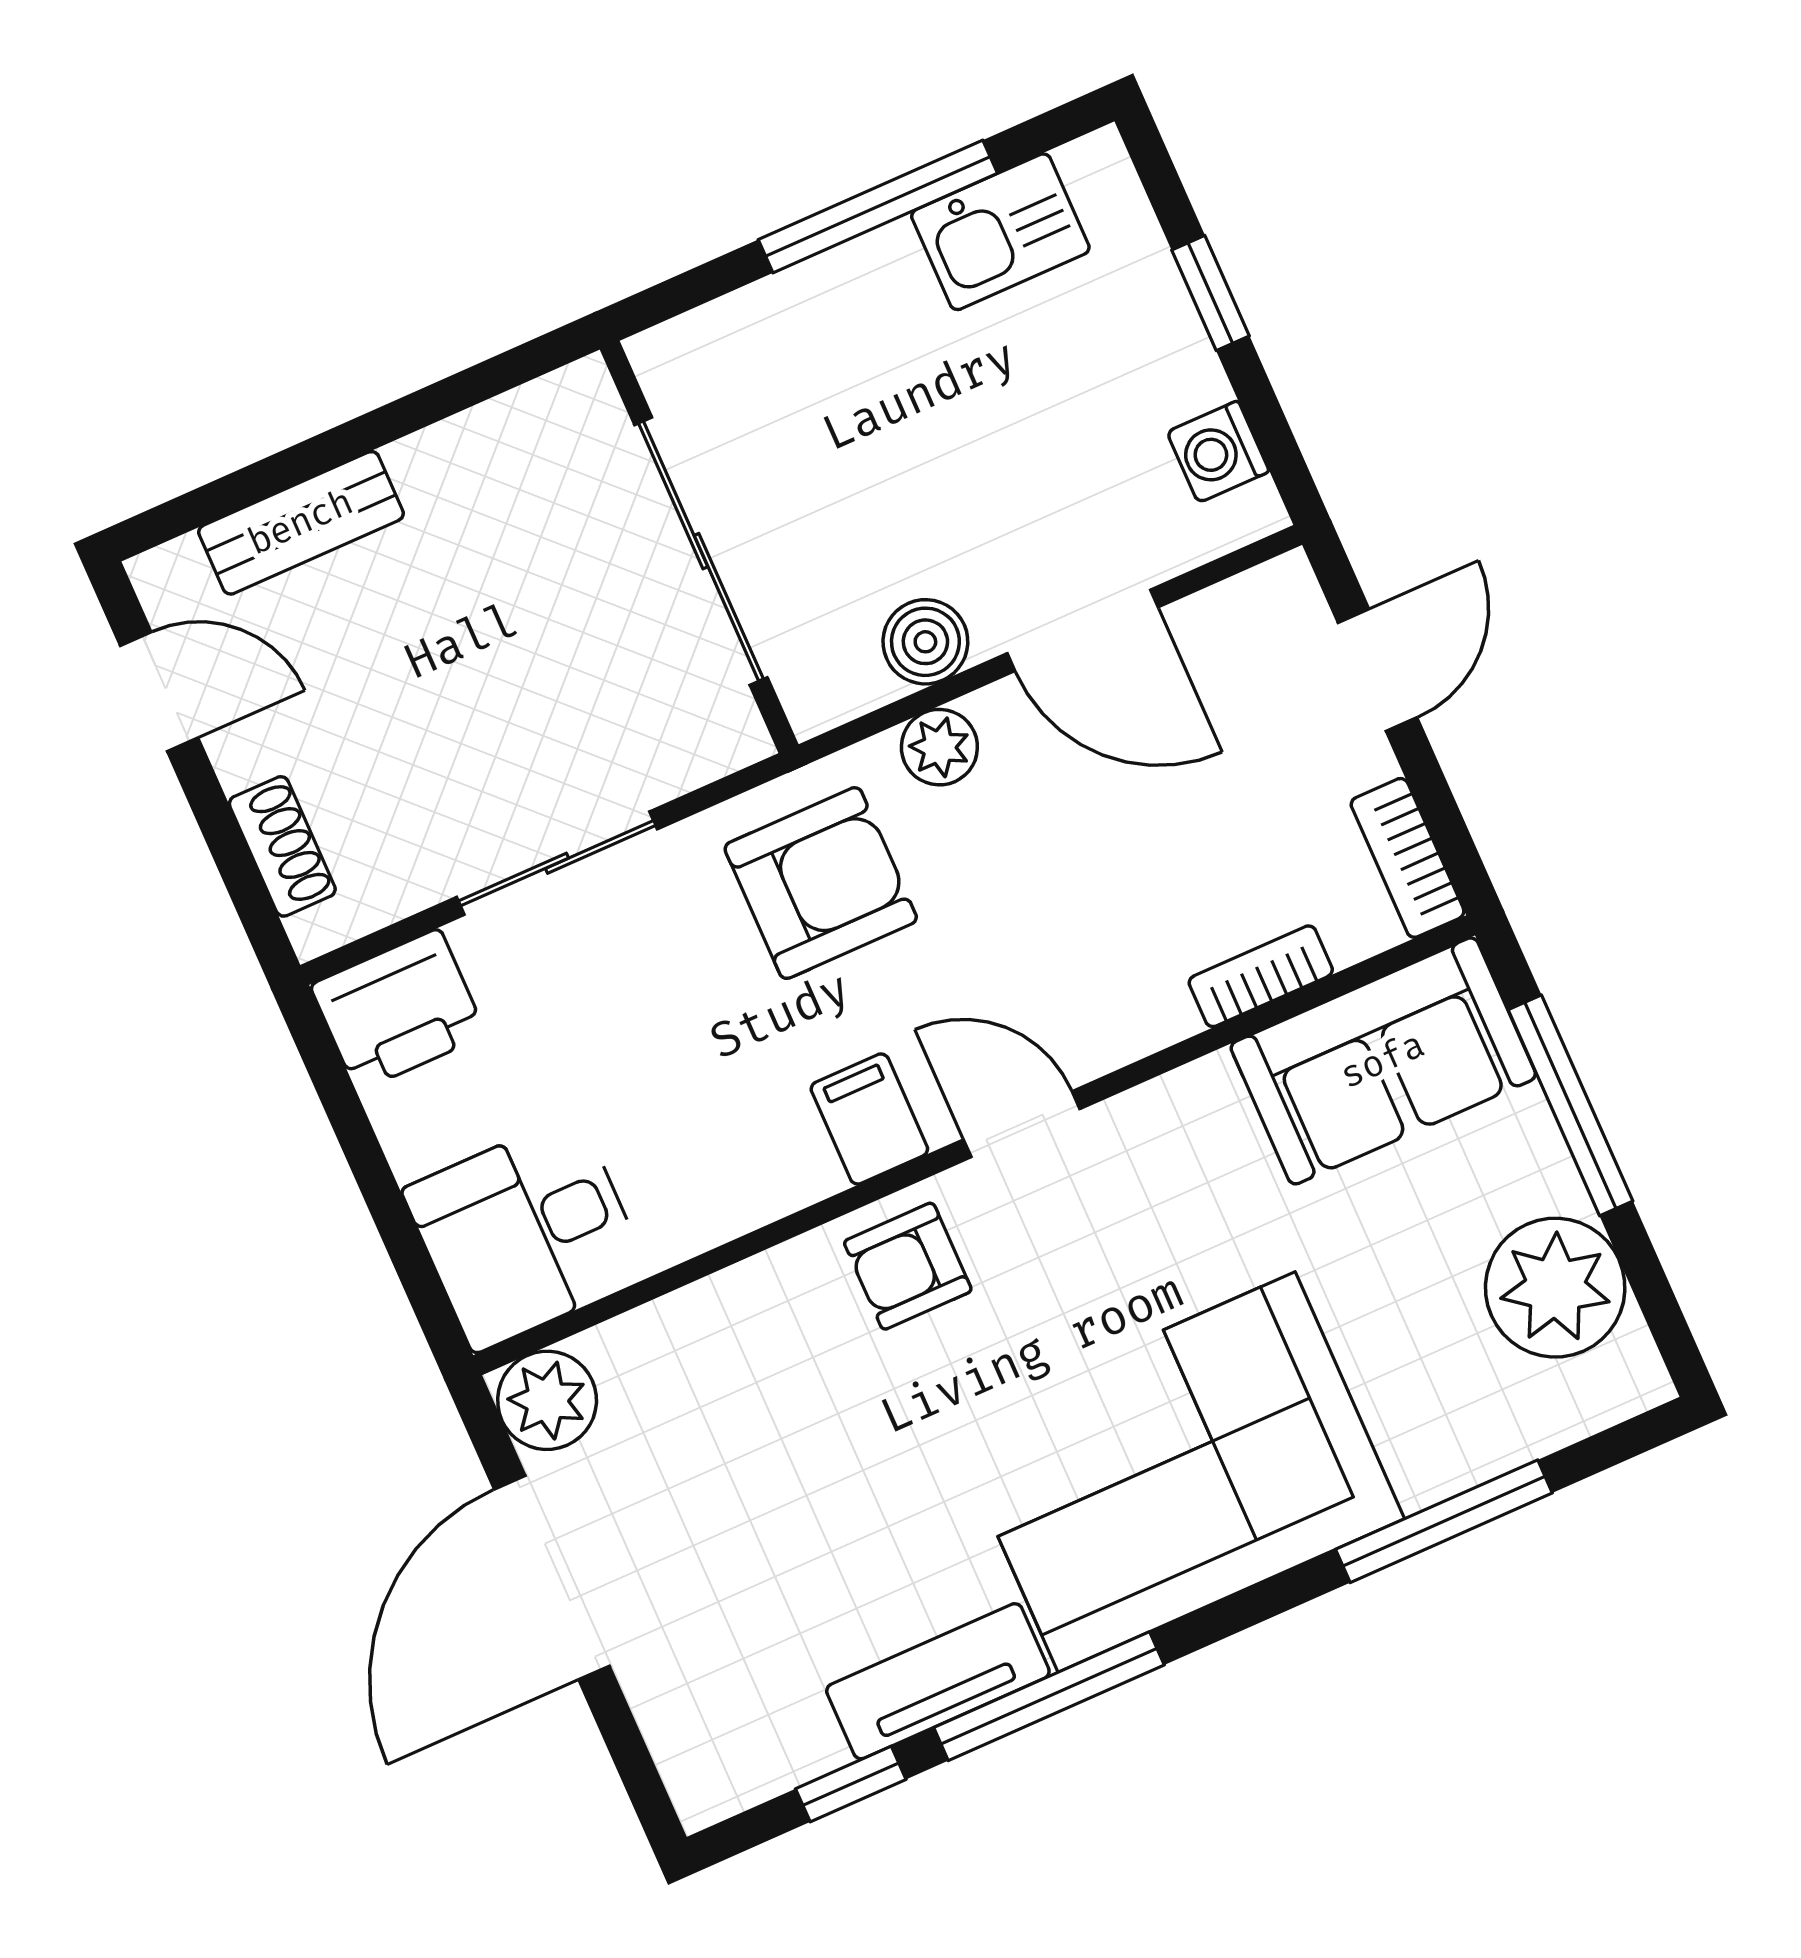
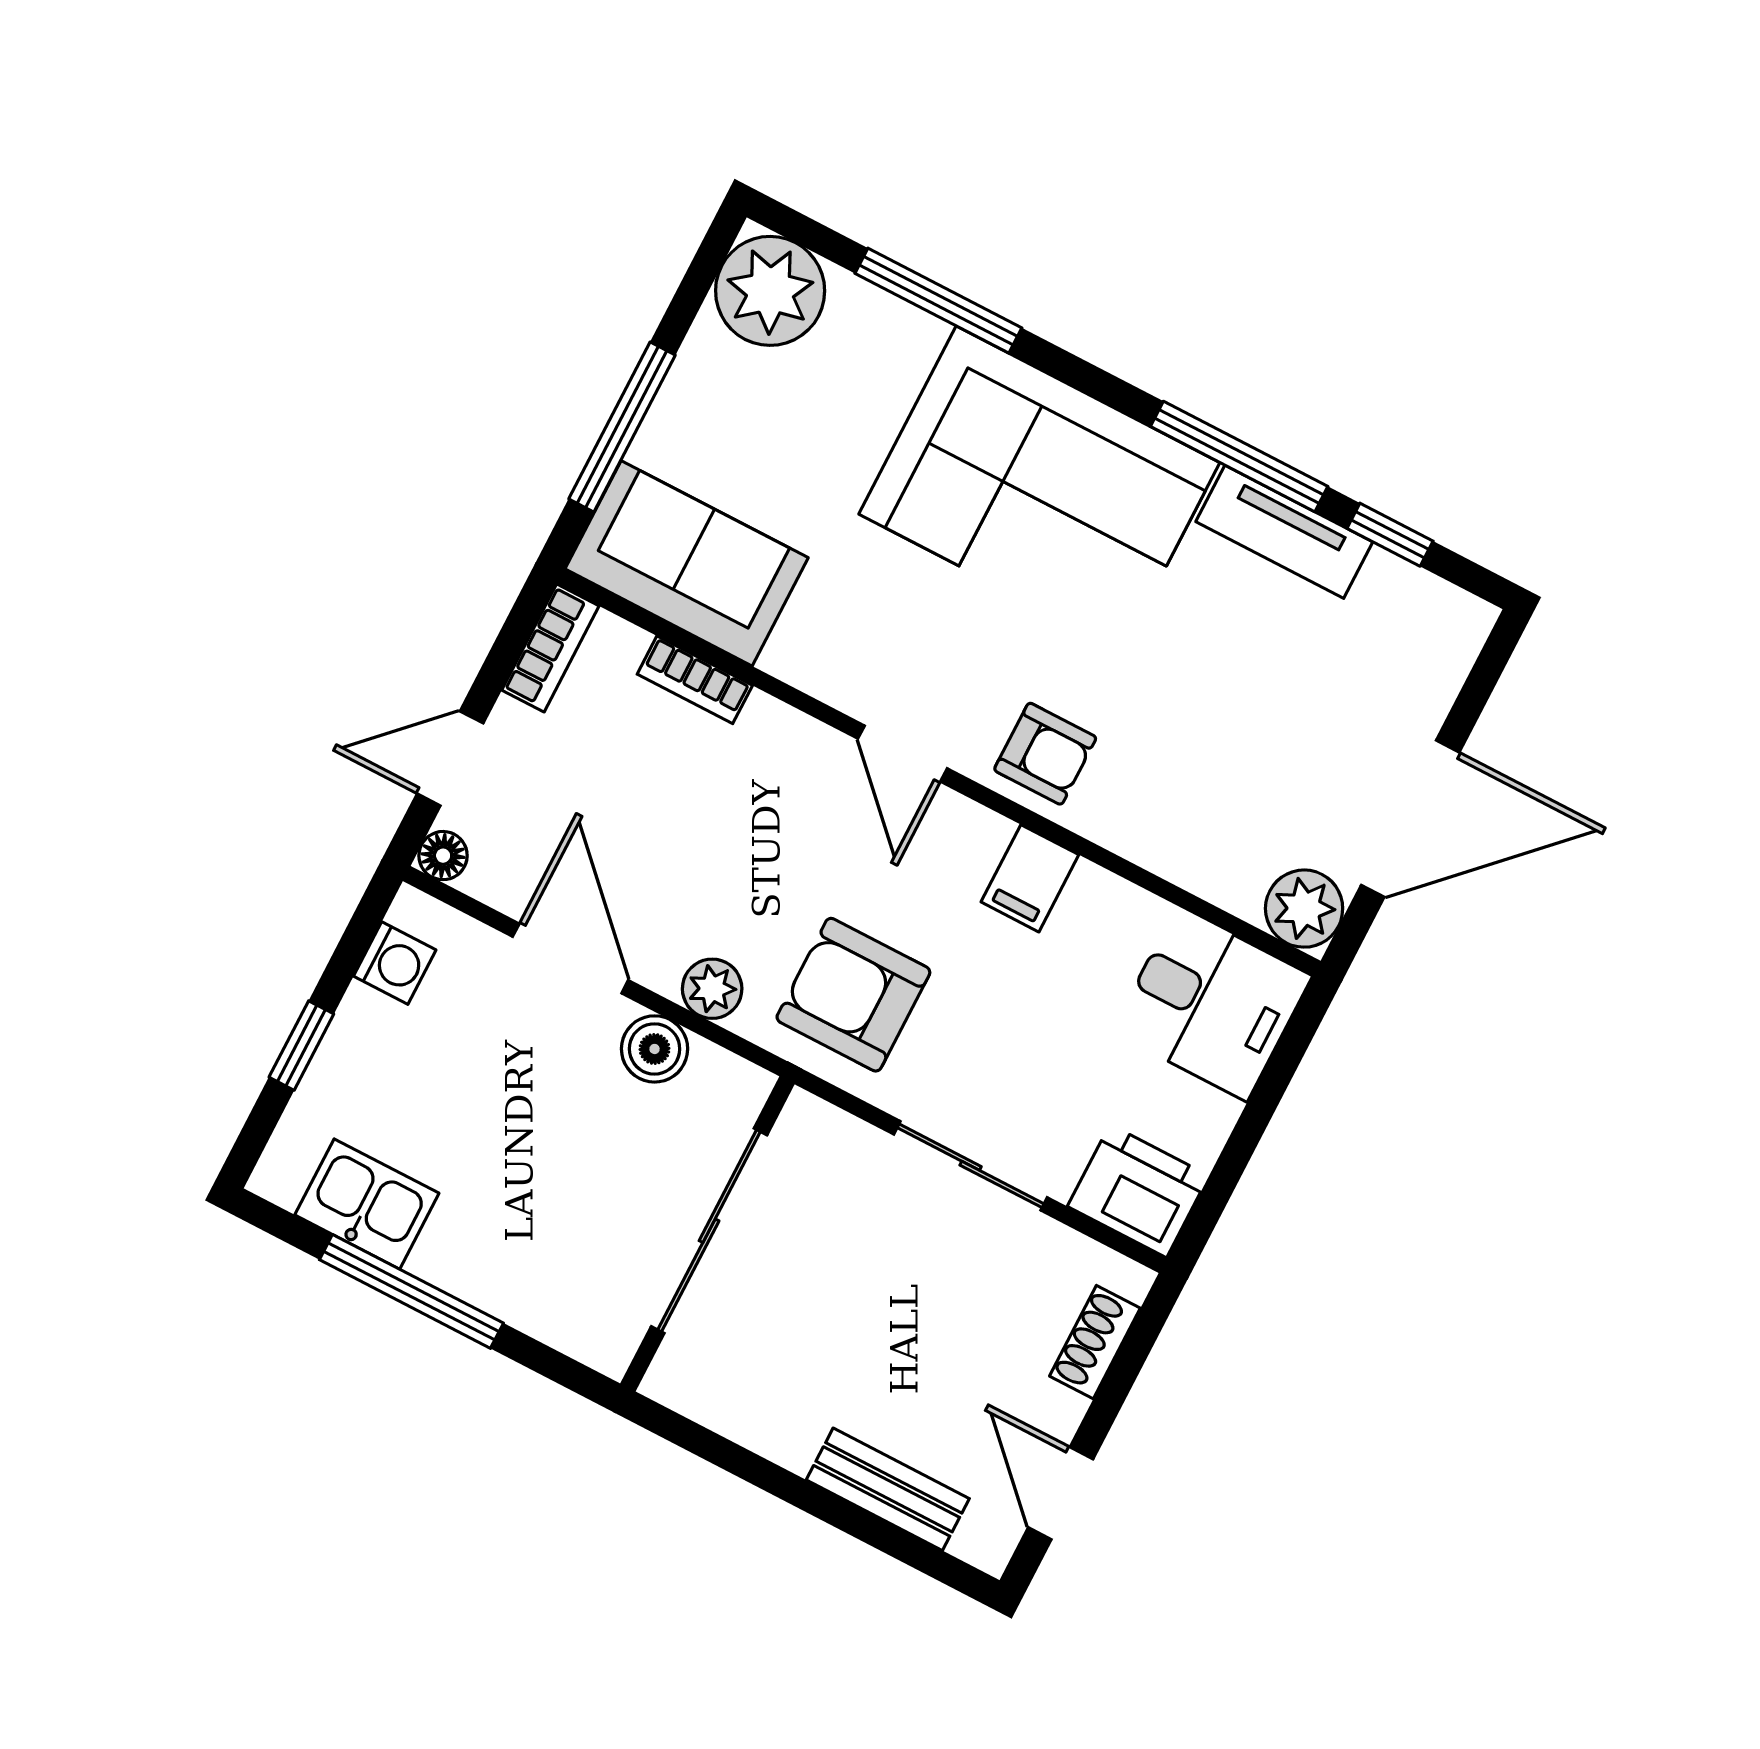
floor lamp: (1287, 585) -> (443, 856), added
filing cabinet: (869, 1119) -> (1030, 878), moved
plant: (1555, 1288) -> (770, 291), moved

